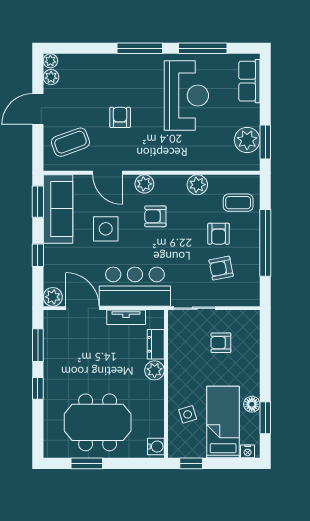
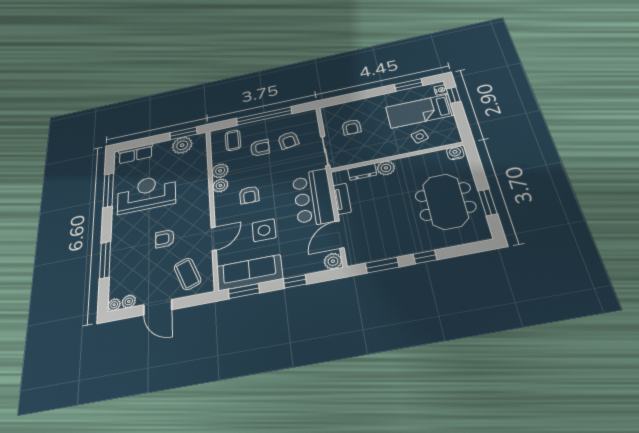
window: (140, 48) -> (105, 260), moved
plant: (144, 184) -> (220, 185), moved
floor lamp: (252, 404) -> (399, 96), removed
window: (191, 463) -> (453, 95), moved

